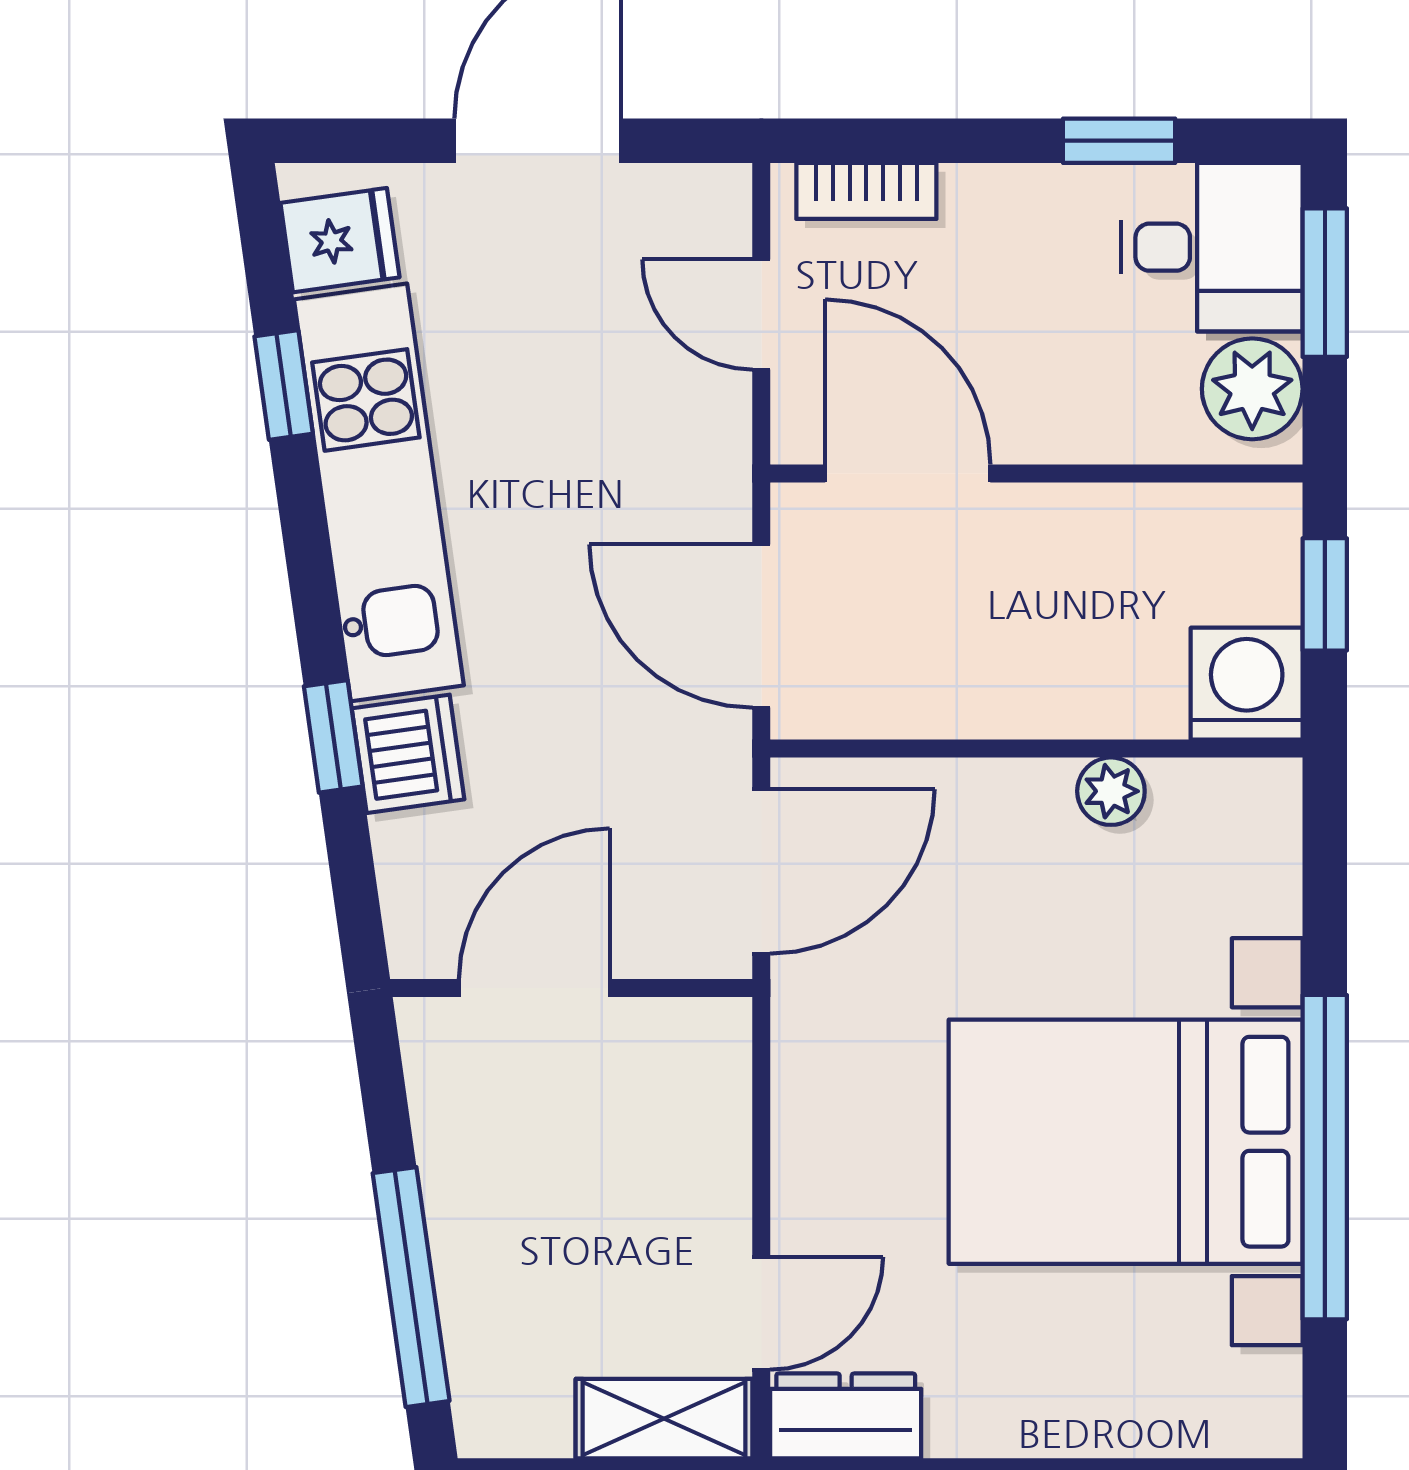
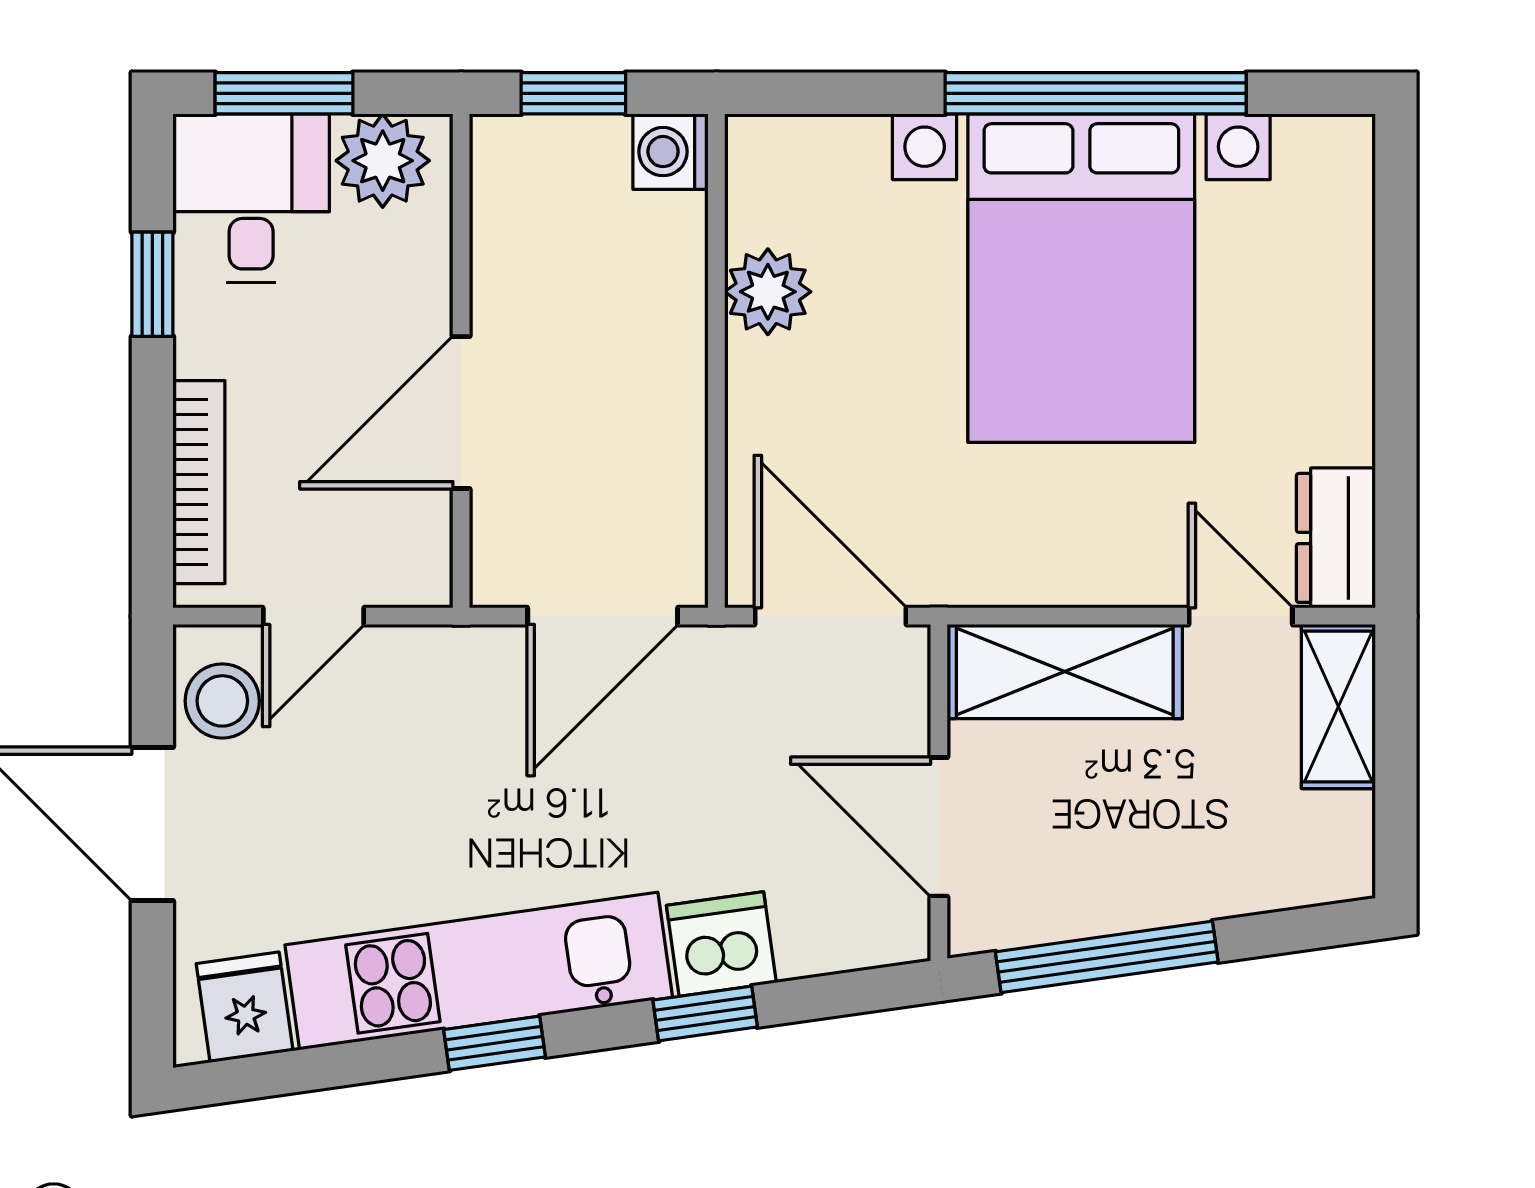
bookcase: (866, 191) -> (199, 482), width x1.56
stool: (670, 216) -> (222, 701), added
window: (284, 385) -> (495, 1043), moved
door: (908, 473) -> (461, 412), moved
washing machine: (1247, 684) -> (671, 152), width x0.73, depth x0.73
plant: (1111, 791) -> (768, 292), width x1.38, depth x1.38
shelving: (702, 1124) -> (1065, 672), added
window: (411, 1287) -> (1107, 957), moved

